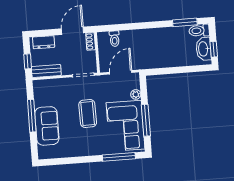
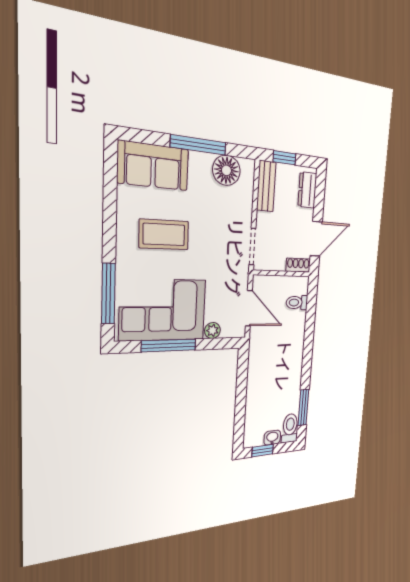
door: (72, 31) -> (316, 239), hinge flipped
washbasin: (204, 49) -> (272, 438), width x0.52, depth x0.69
floor lamp: (42, 98) -> (226, 170), added
coffee table: (88, 114) -> (164, 235), moved
sofa: (47, 126) -> (153, 166), moved

